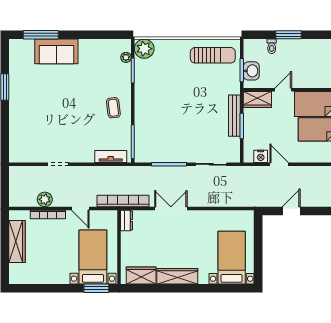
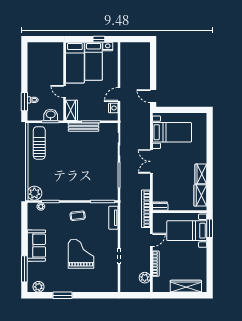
window: (289, 35) -> (24, 102), moved
sofa: (56, 51) -> (36, 246), moved
plant: (16, 54) -> (39, 287), added
grand piano: (61, 112) -> (81, 254), added
plant: (45, 199) -> (145, 278), moved
double door: (171, 208) -> (151, 161), moved
door: (291, 211) -> (153, 96), moved
wardrobe: (17, 242) -> (186, 286), moved
bed with nightstands: (232, 258) -> (172, 132), moved, turned 180
wardrobe: (177, 276) -> (201, 174), width x0.67

